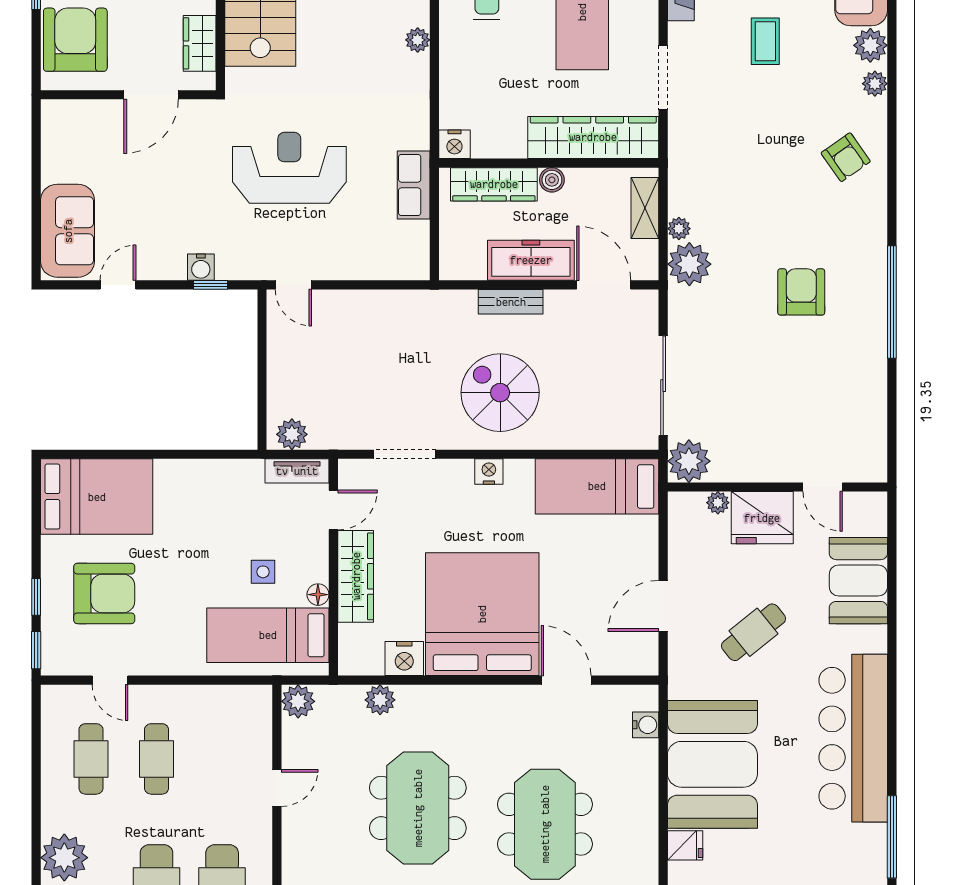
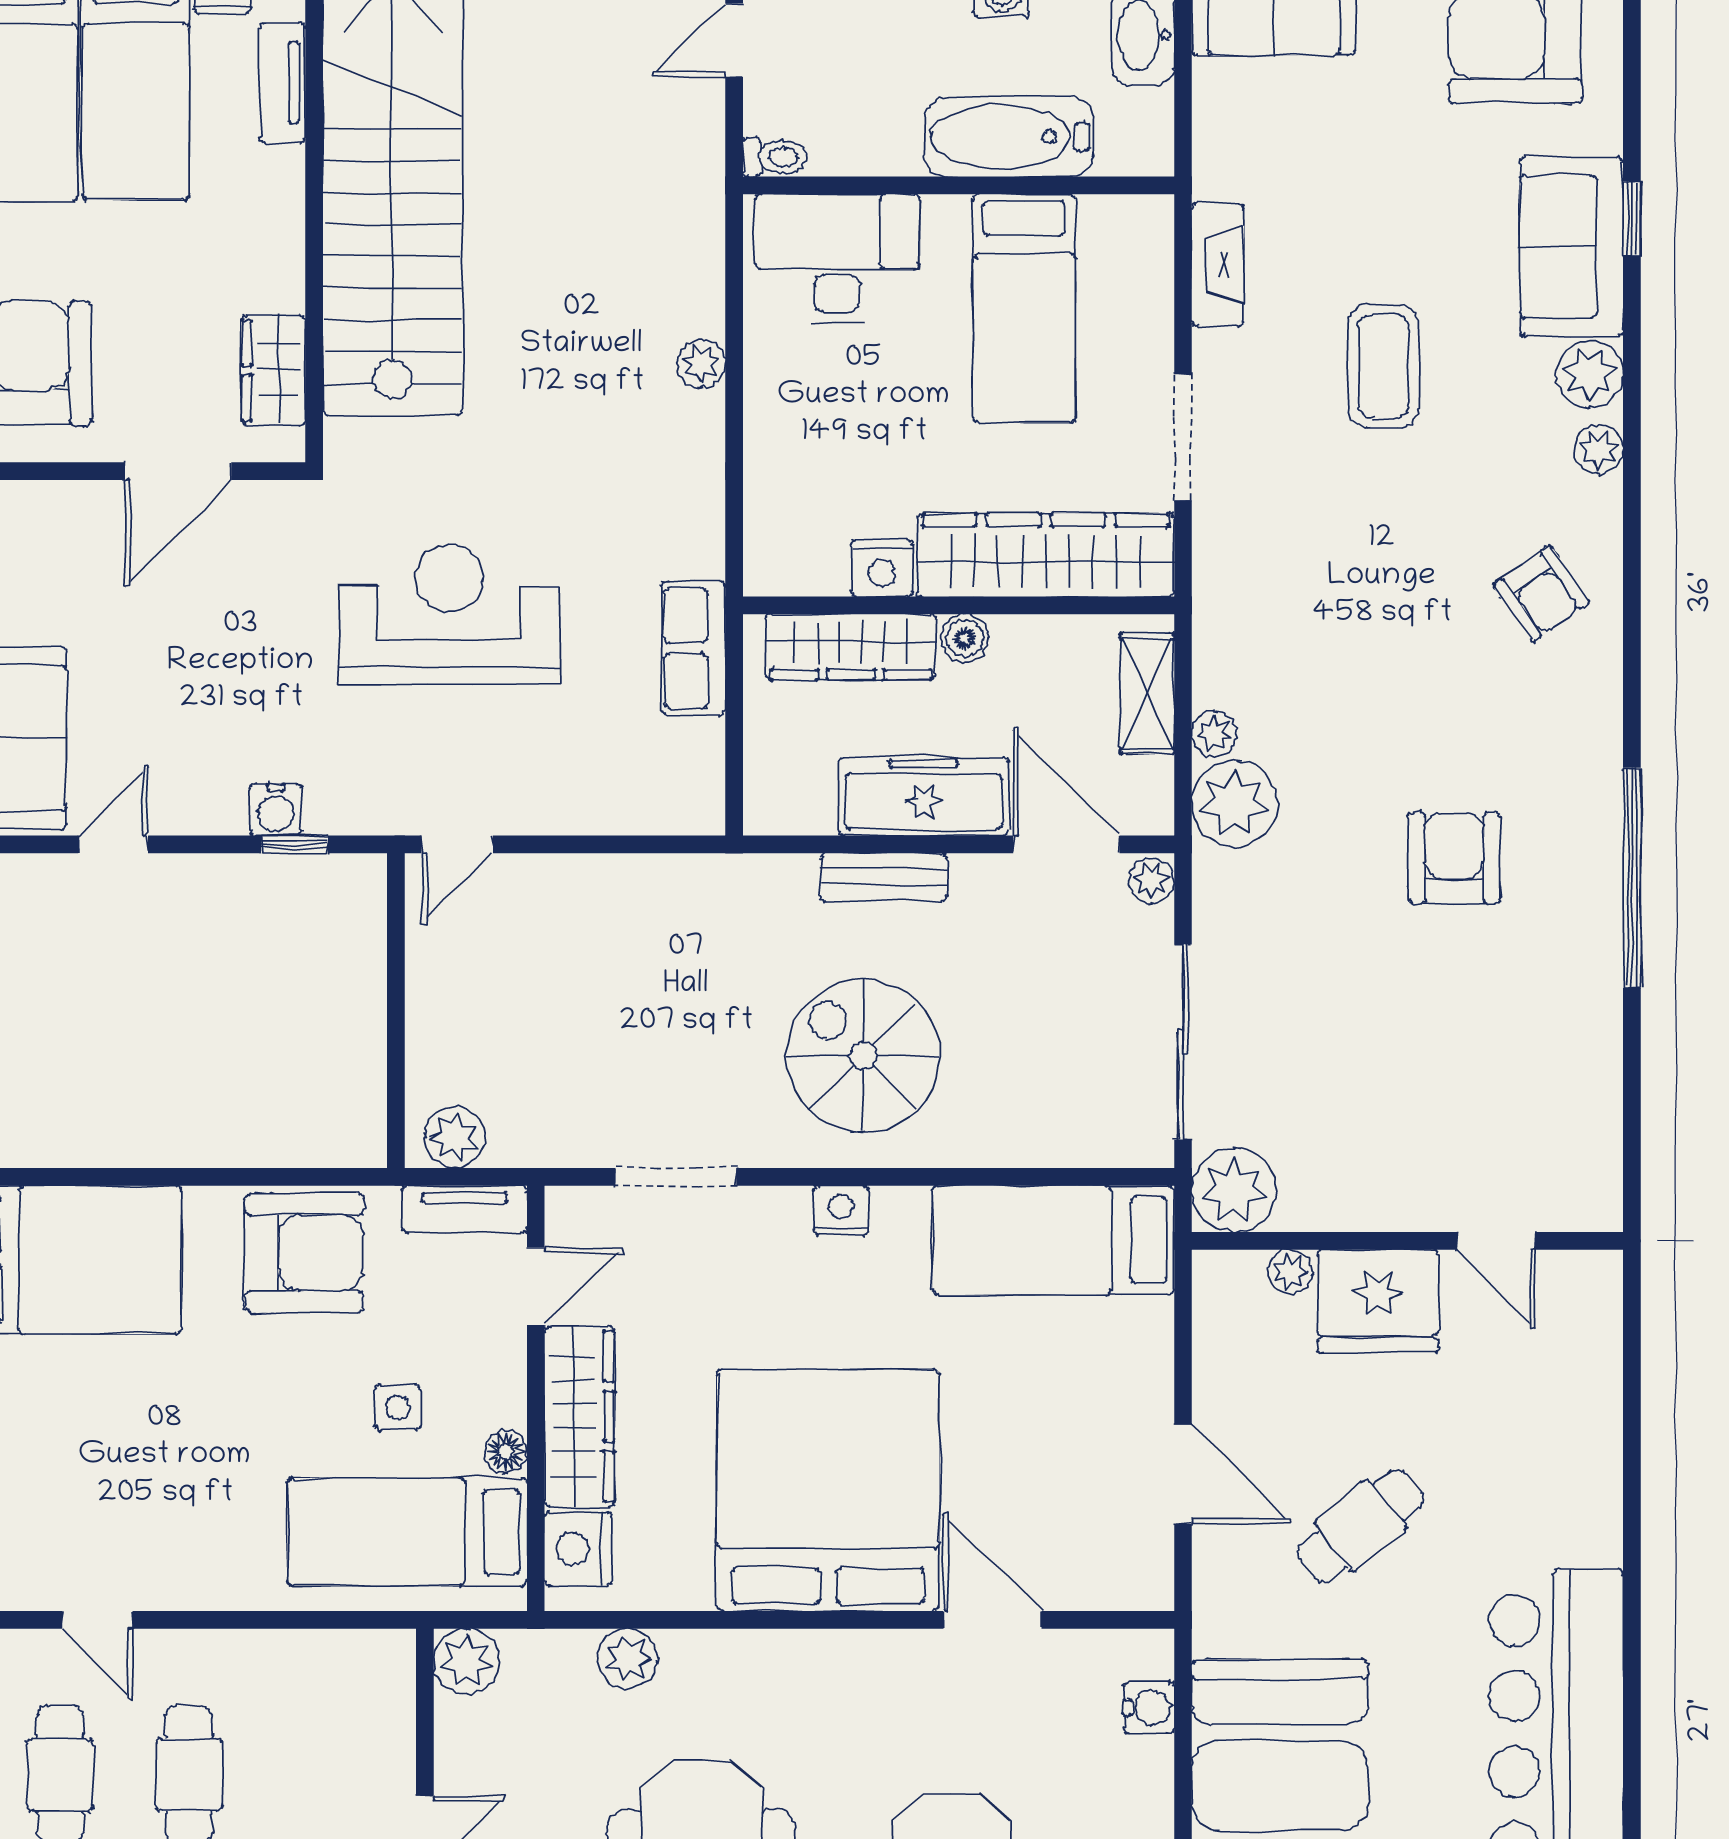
coffee table: (765, 41) -> (1383, 366), width x1.36, depth x1.30
nightstand: (454, 144) -> (882, 568), moved
door: (293, 285) -> (457, 844), hinge flipped
plant: (647, 303) -> (1152, 881), added
booth: (858, 581) -> (1566, 1424), removed
armchair: (104, 593) -> (304, 1253), moved
door: (663, 606) -> (1183, 1474), swing flipped
nightstand: (404, 659) -> (578, 1549), moved, turned 90

